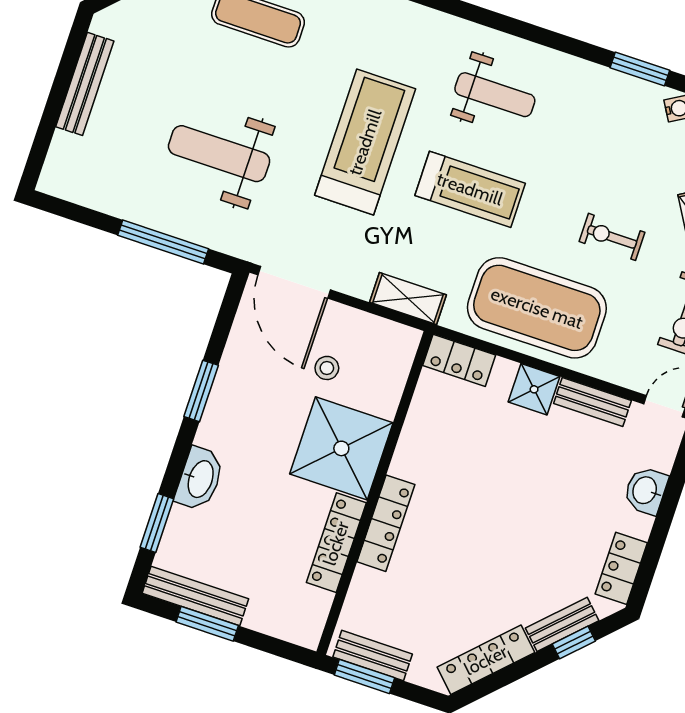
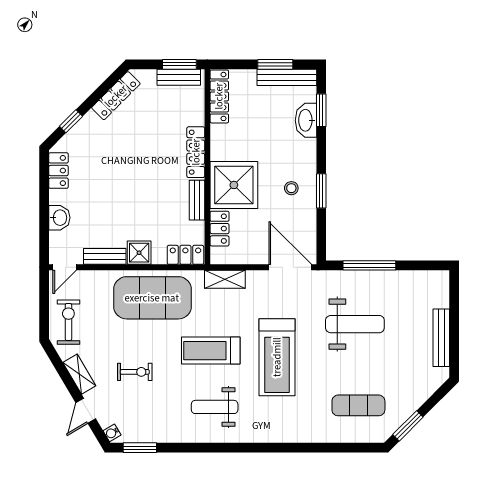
exercise bike: (612, 237) -> (135, 372), moved
stool: (327, 368) -> (291, 188), moved
locker: (389, 385) -> (220, 229), added
washbasin: (200, 479) -> (306, 120), moved
locker: (336, 543) -> (219, 96), moved
bench: (562, 624) -> (197, 200), moved, turned -45

